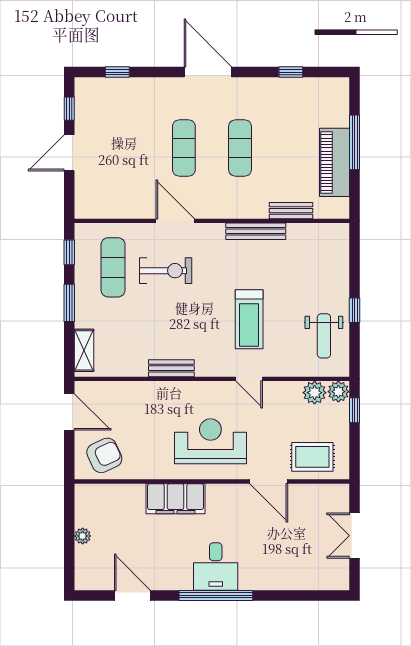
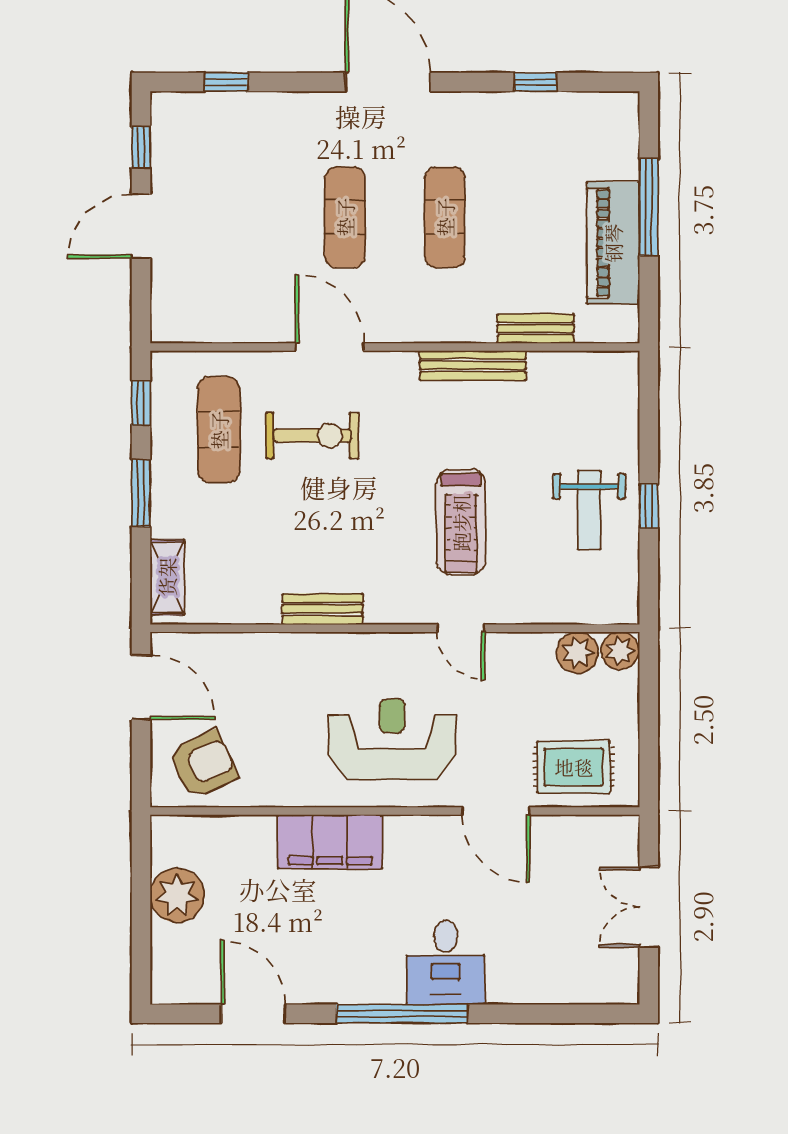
weight bench: (324, 336) -> (589, 510), moved
window: (355, 410) -> (649, 684), removed
plant: (83, 536) -> (177, 895), width x1.88, depth x1.88
desk: (216, 567) -> (446, 962), moved

